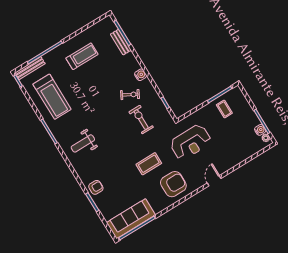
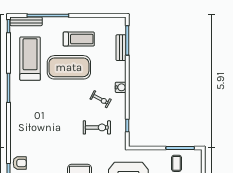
exercise mat: (88, 84) -> (69, 67), added
treadmill: (52, 97) -> (30, 59), turned 180
exercise bike: (141, 120) -> (97, 127), turned 90
weight bench: (83, 143) -> (32, 117), removed

